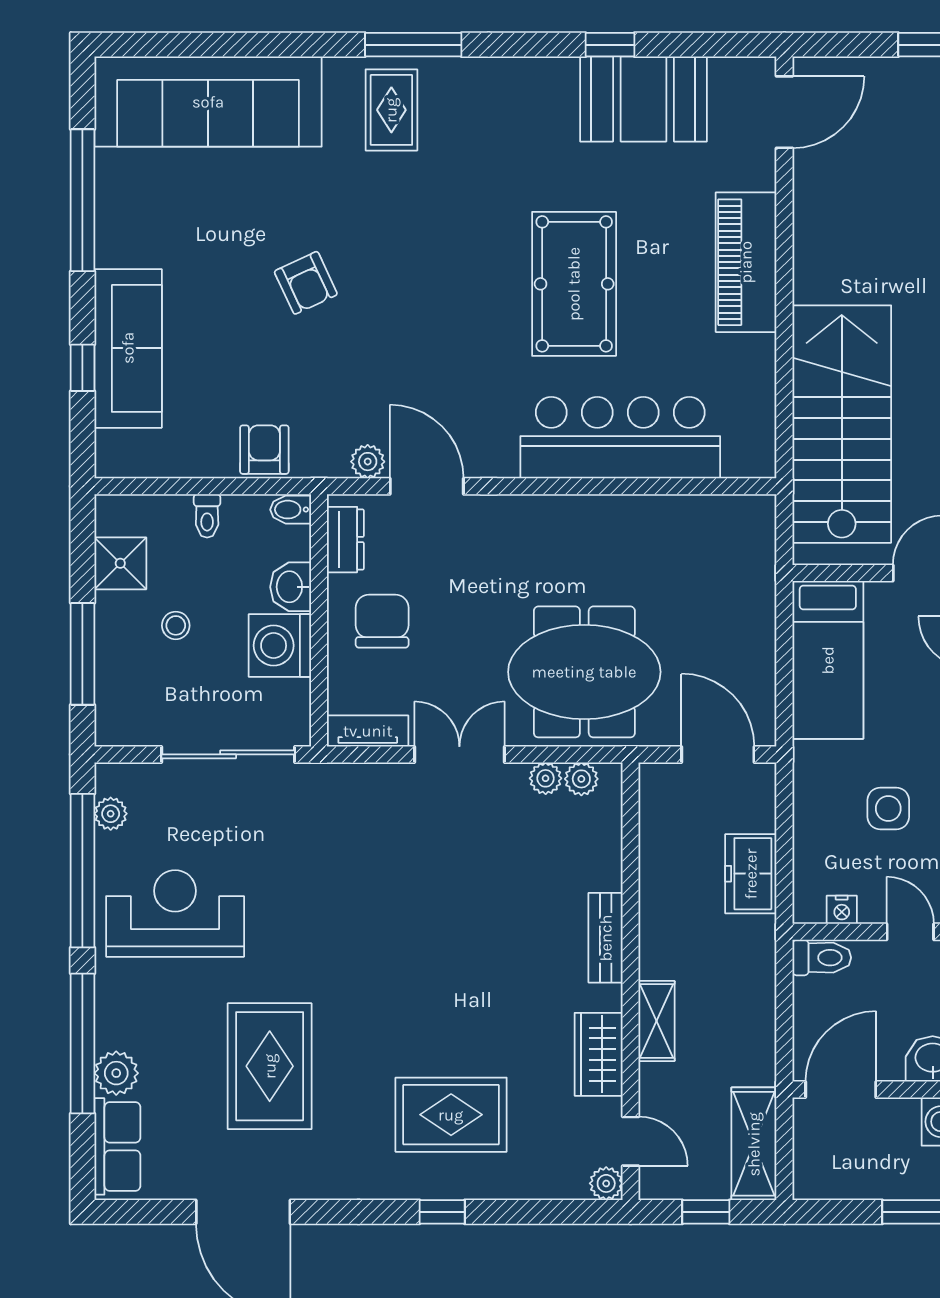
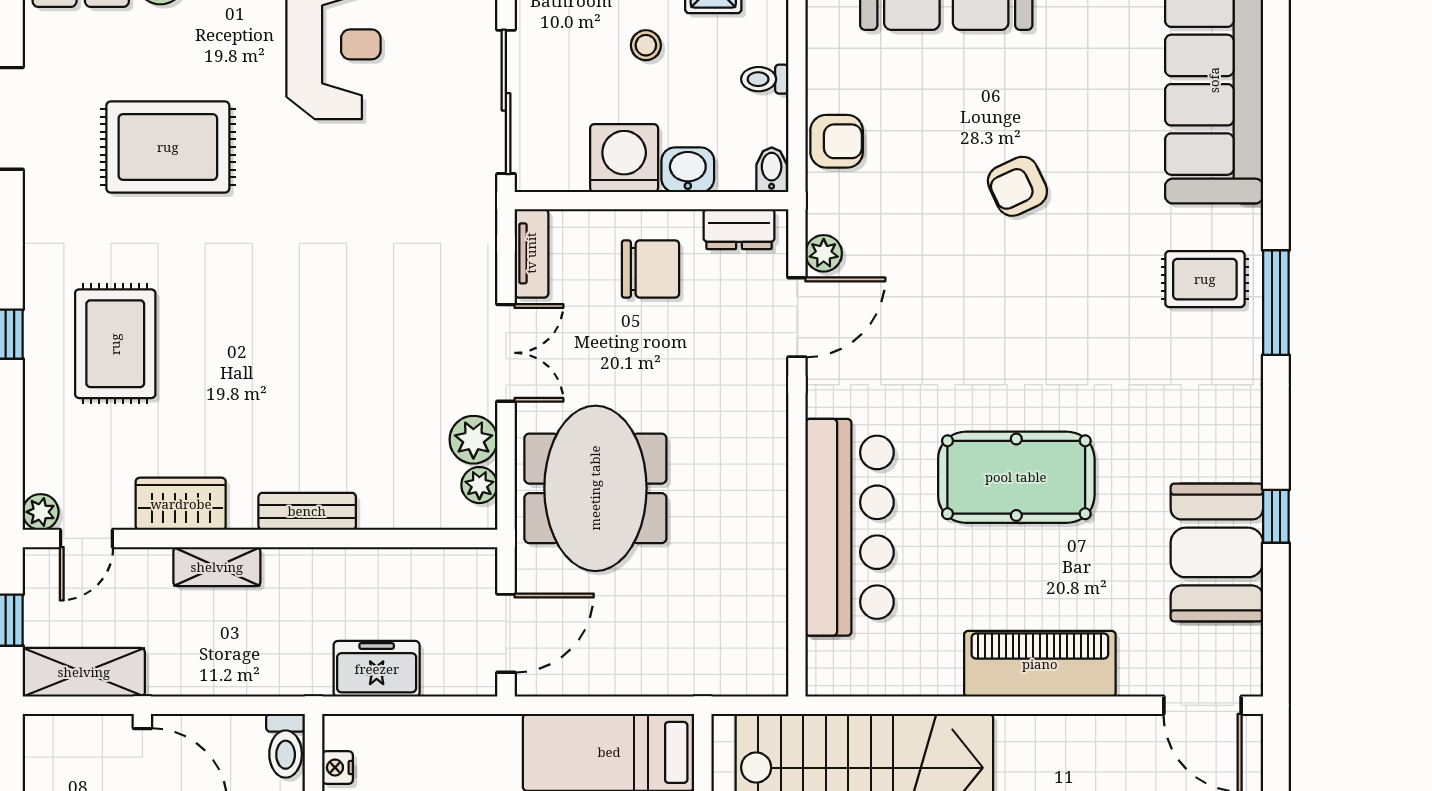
plant: (546, 778) -> (473, 440), width x1.38, depth x1.38

